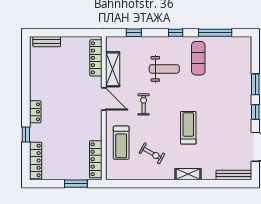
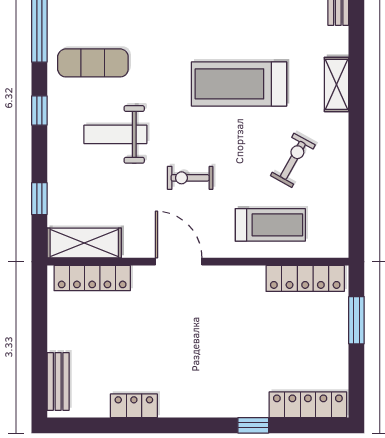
shelving: (113, 69) -> (84, 243), moved
weight bench: (164, 69) -> (115, 134), turned -90
door: (104, 99) -> (179, 262), hinge flipped
locker: (35, 112) -> (134, 406), moved
treadmill: (188, 128) -> (239, 84), width x1.37, depth x1.37

